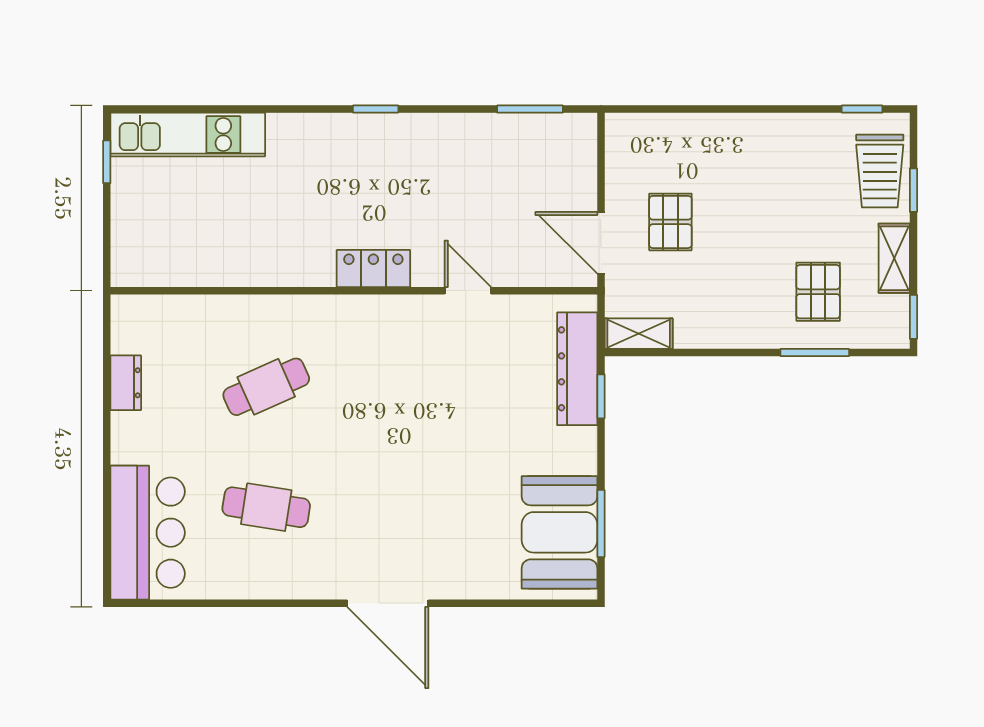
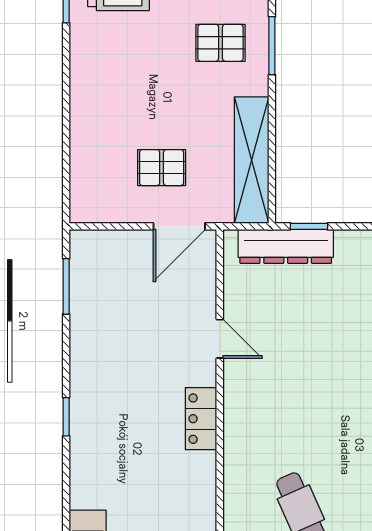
door: (468, 291) -> (220, 339), swing flipped
shelving: (639, 334) -> (252, 160), width x2.20, depth x1.33

